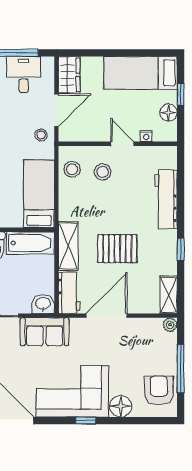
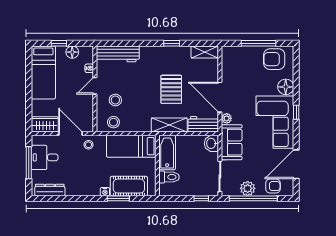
workbench: (166, 199) -> (118, 54), moved
plant: (170, 325) -> (227, 118), moved

